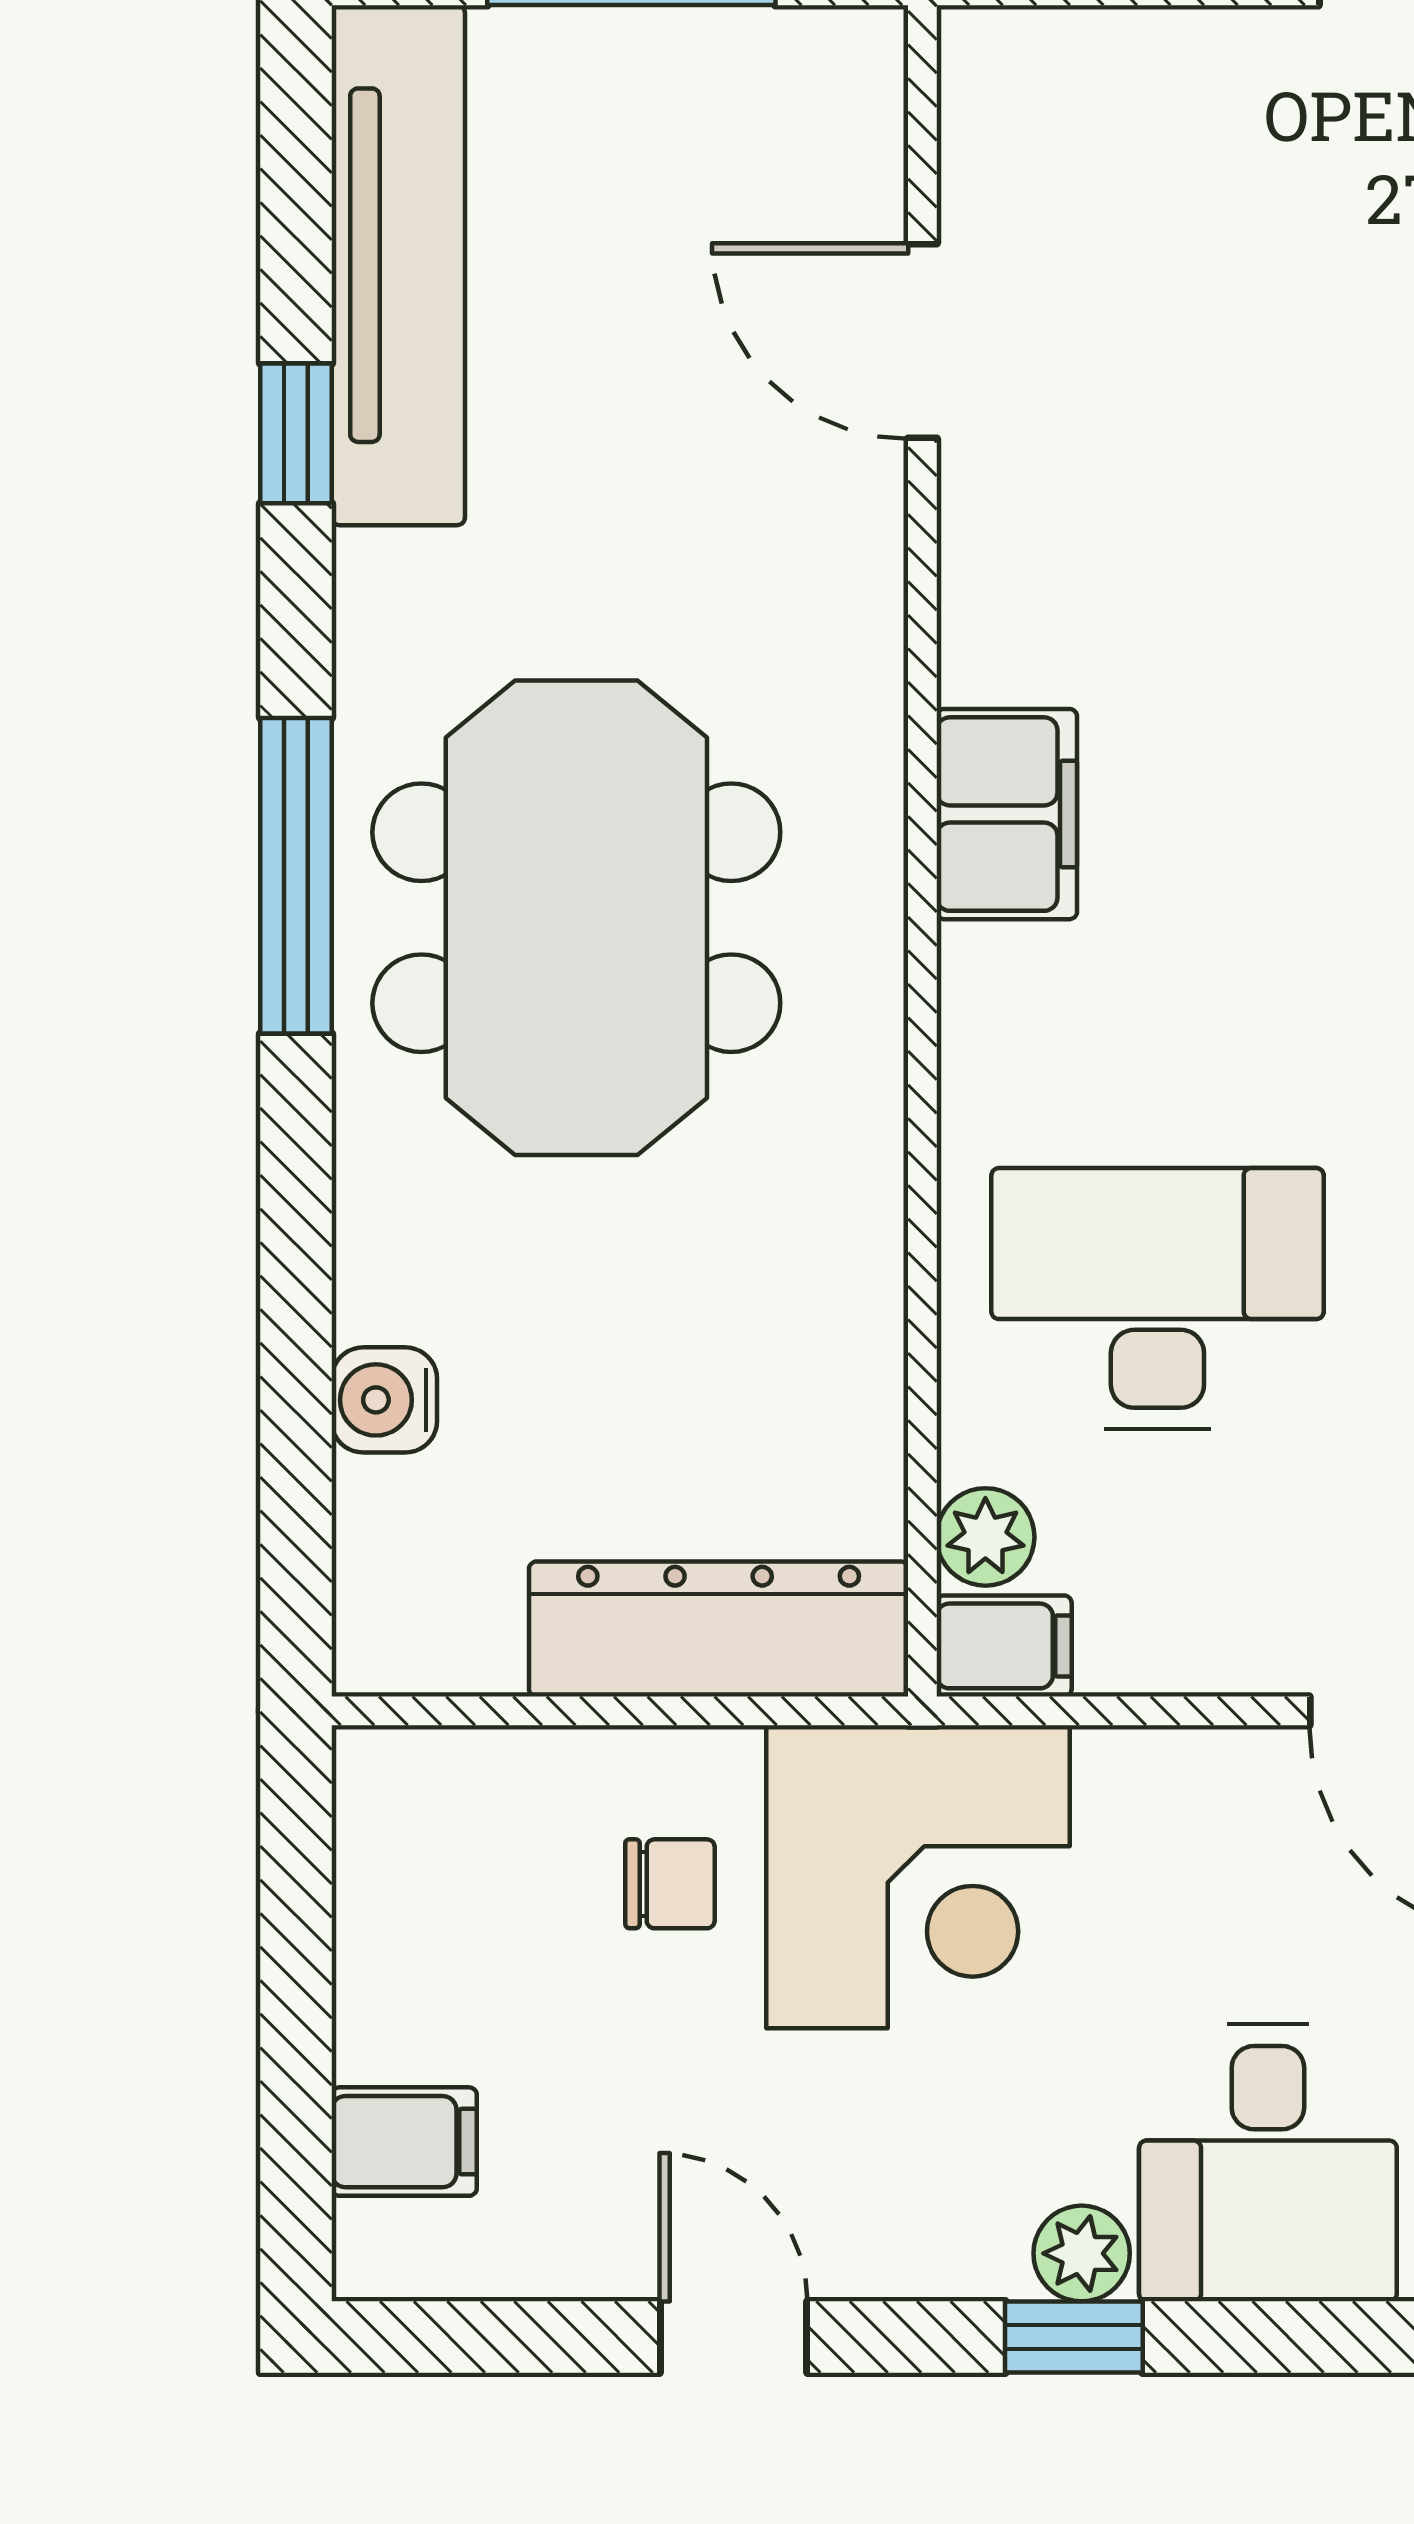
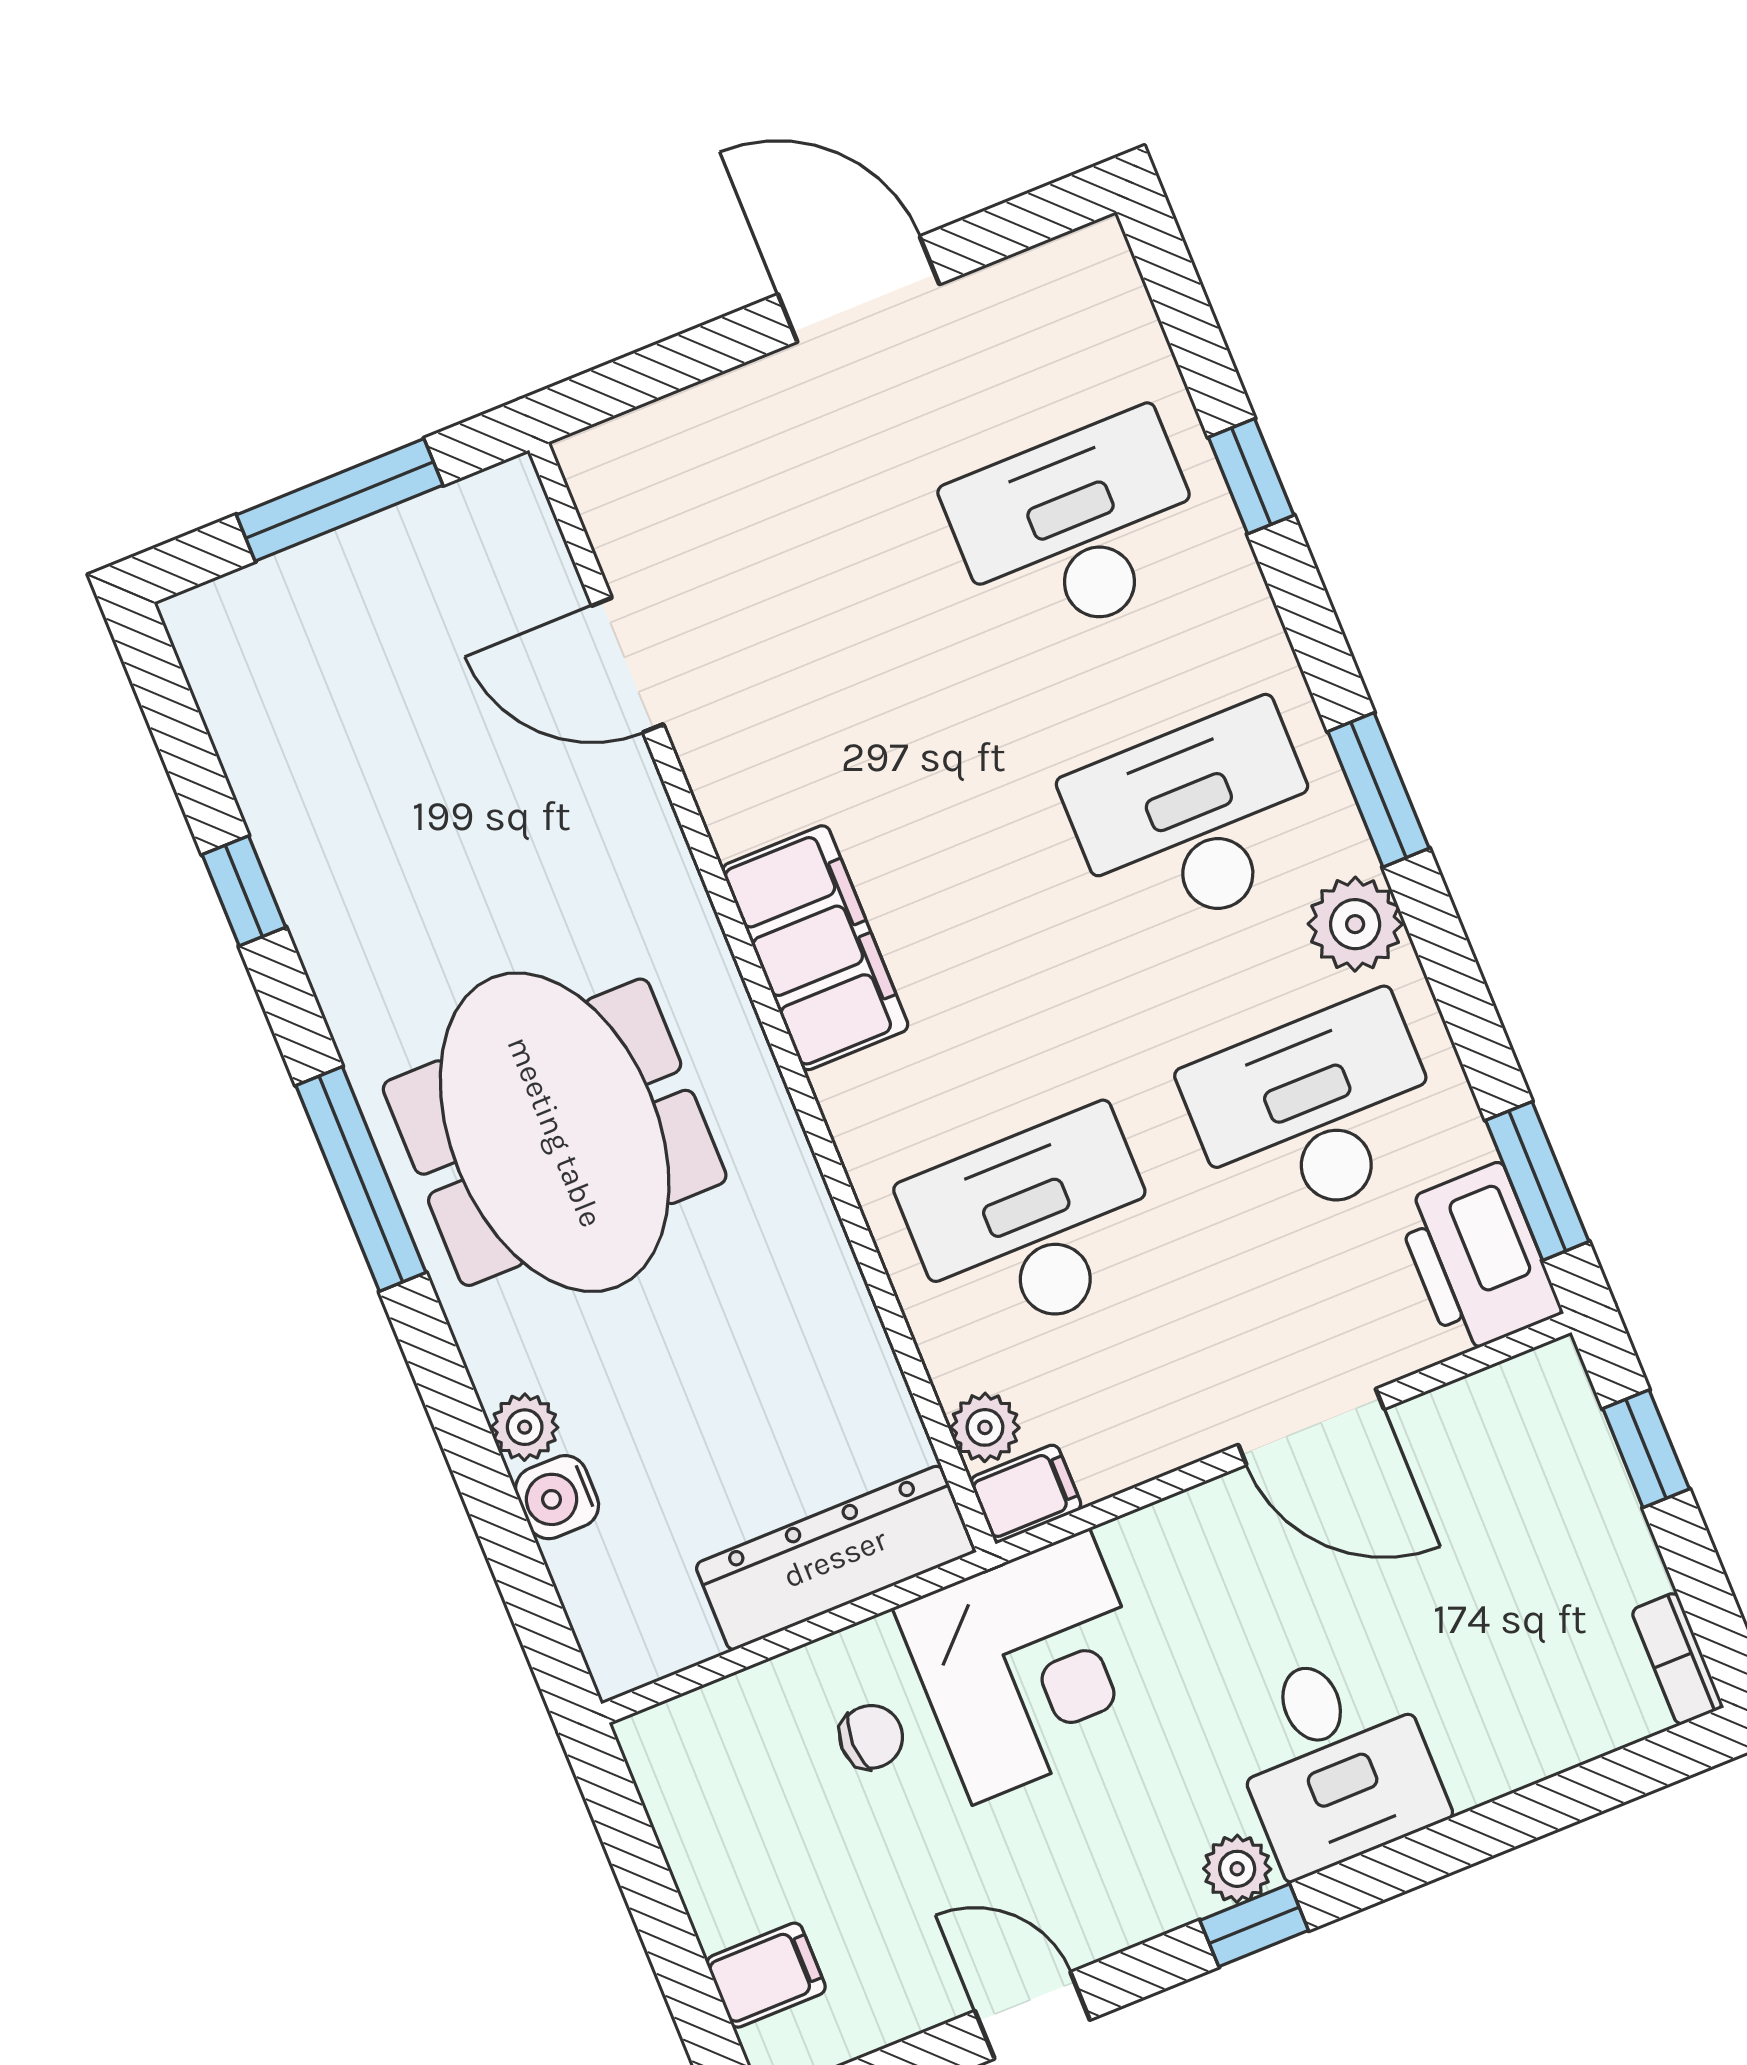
tv unit: (398, 265) -> (266, 754), removed
filing cabinet: (1007, 814) -> (815, 948), width x1.50, depth x1.17
plant: (379, 1290) -> (525, 1427), added

